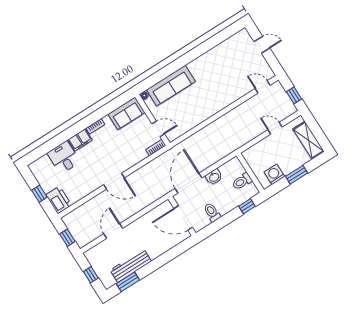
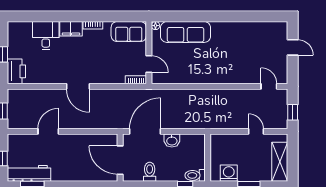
toilet: (242, 181) -> (195, 175), moved
workbench: (131, 266) -> (29, 173), moved

